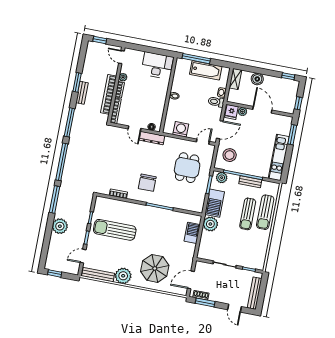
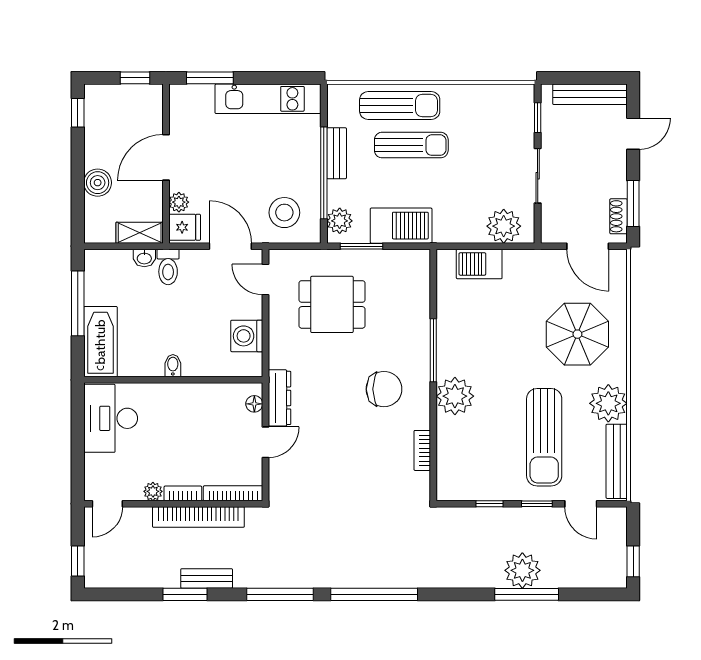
window: (196, 59) -> (78, 303), moved
bathtub: (206, 70) -> (100, 342), moved
shelving: (235, 79) -> (140, 233), moved
window: (55, 199) -> (527, 594), moved
plant: (139, 212) -> (455, 396), added
plant: (210, 224) -> (504, 226), moved
sun lounger: (115, 230) -> (544, 437), moved

